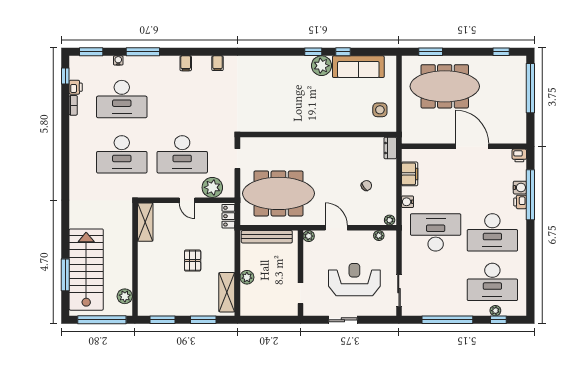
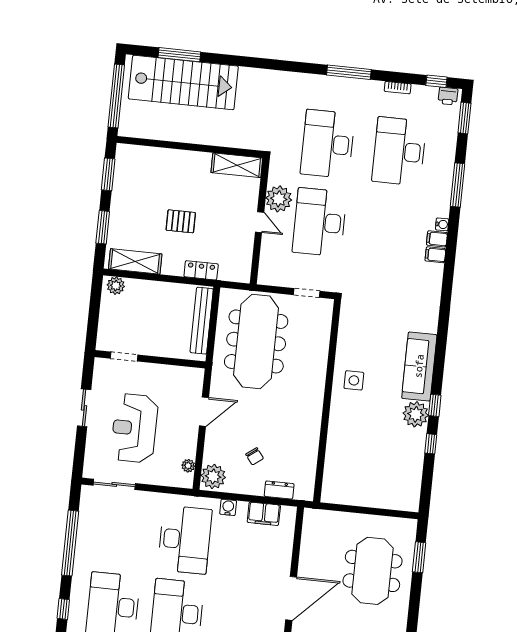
water cooler: (118, 60) -> (442, 224), moved
filing cabinet: (218, 63) -> (435, 255), moved
sofa: (358, 67) -> (419, 366), moved
meeting table: (445, 86) -> (372, 571), width x0.73
printer: (76, 87) -> (448, 96), moved
side table: (380, 110) -> (354, 380), moved
window: (65, 144) -> (349, 72), added
dresser: (390, 148) -> (279, 490), moved
plant: (212, 187) -> (279, 199), moved
door: (187, 200) -> (260, 222), swing flipped
locker: (228, 216) -> (201, 270), moved
plant: (390, 220) -> (213, 476), width x1.88, depth x1.88
plant: (309, 236) -> (197, 375), removed
plant: (247, 277) -> (116, 286), moved
reception desk: (354, 280) -> (134, 428), turned 180
plant: (125, 296) -> (144, 129), removed
plant: (495, 311) -> (76, 606), removed

